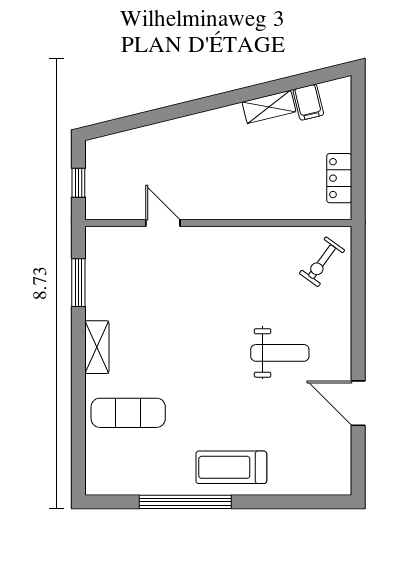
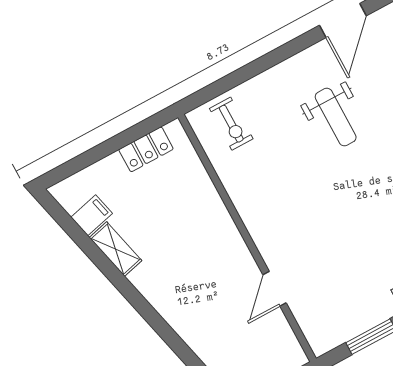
exercise bike: (322, 262) -> (231, 124), turned 54
weight bench: (280, 353) -> (336, 117), turned 180

